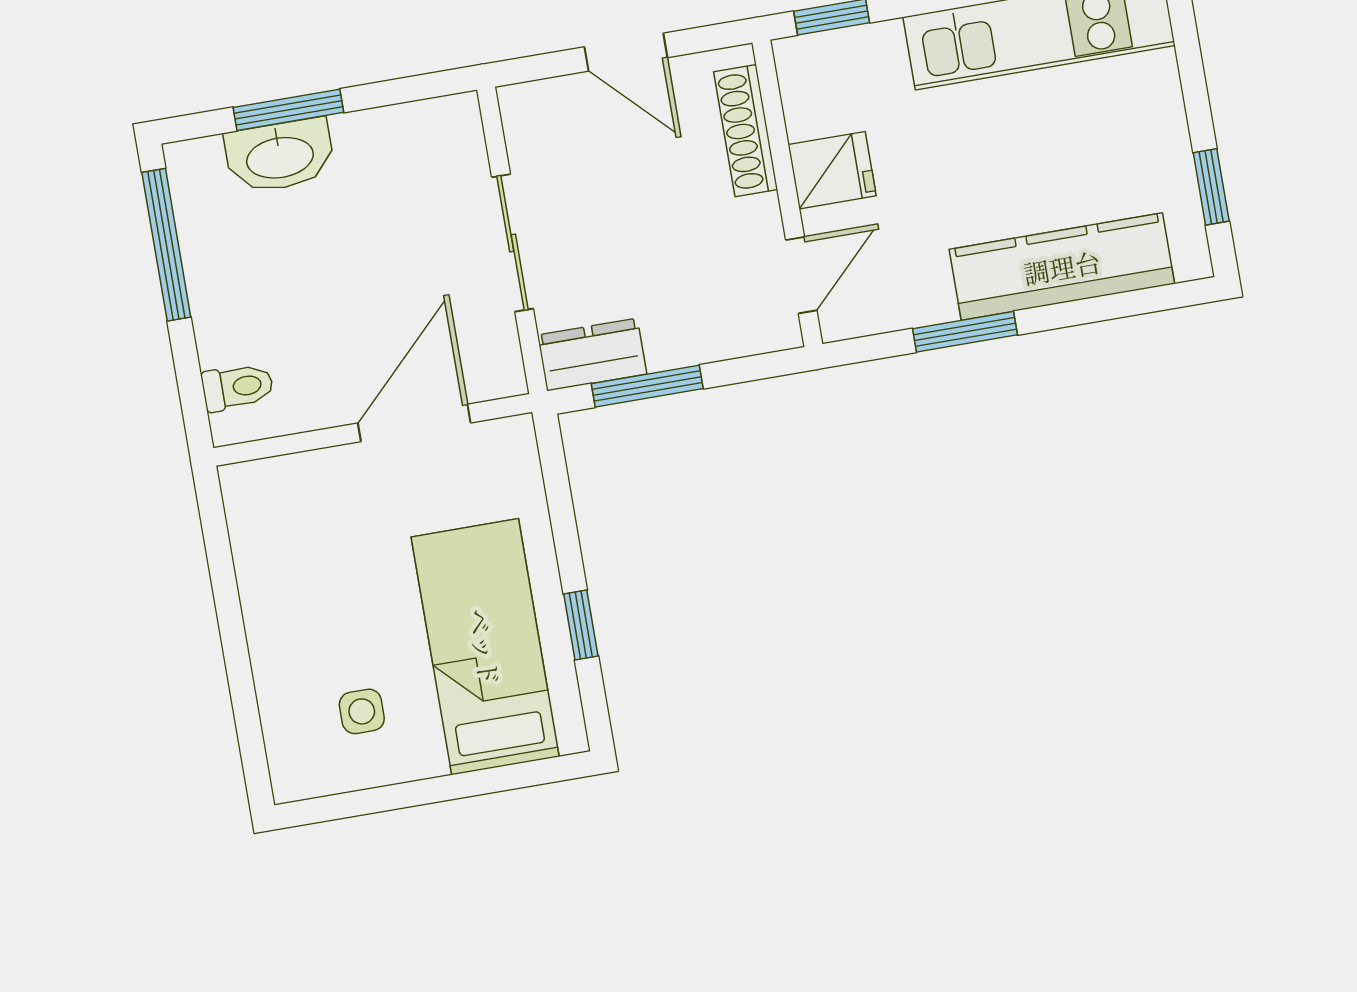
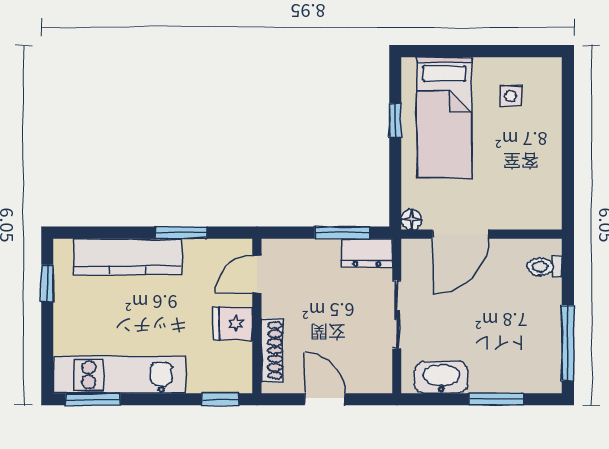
washbasin: (280, 156) -> (441, 377), moved
floor lamp: (516, 435) -> (411, 219), added

